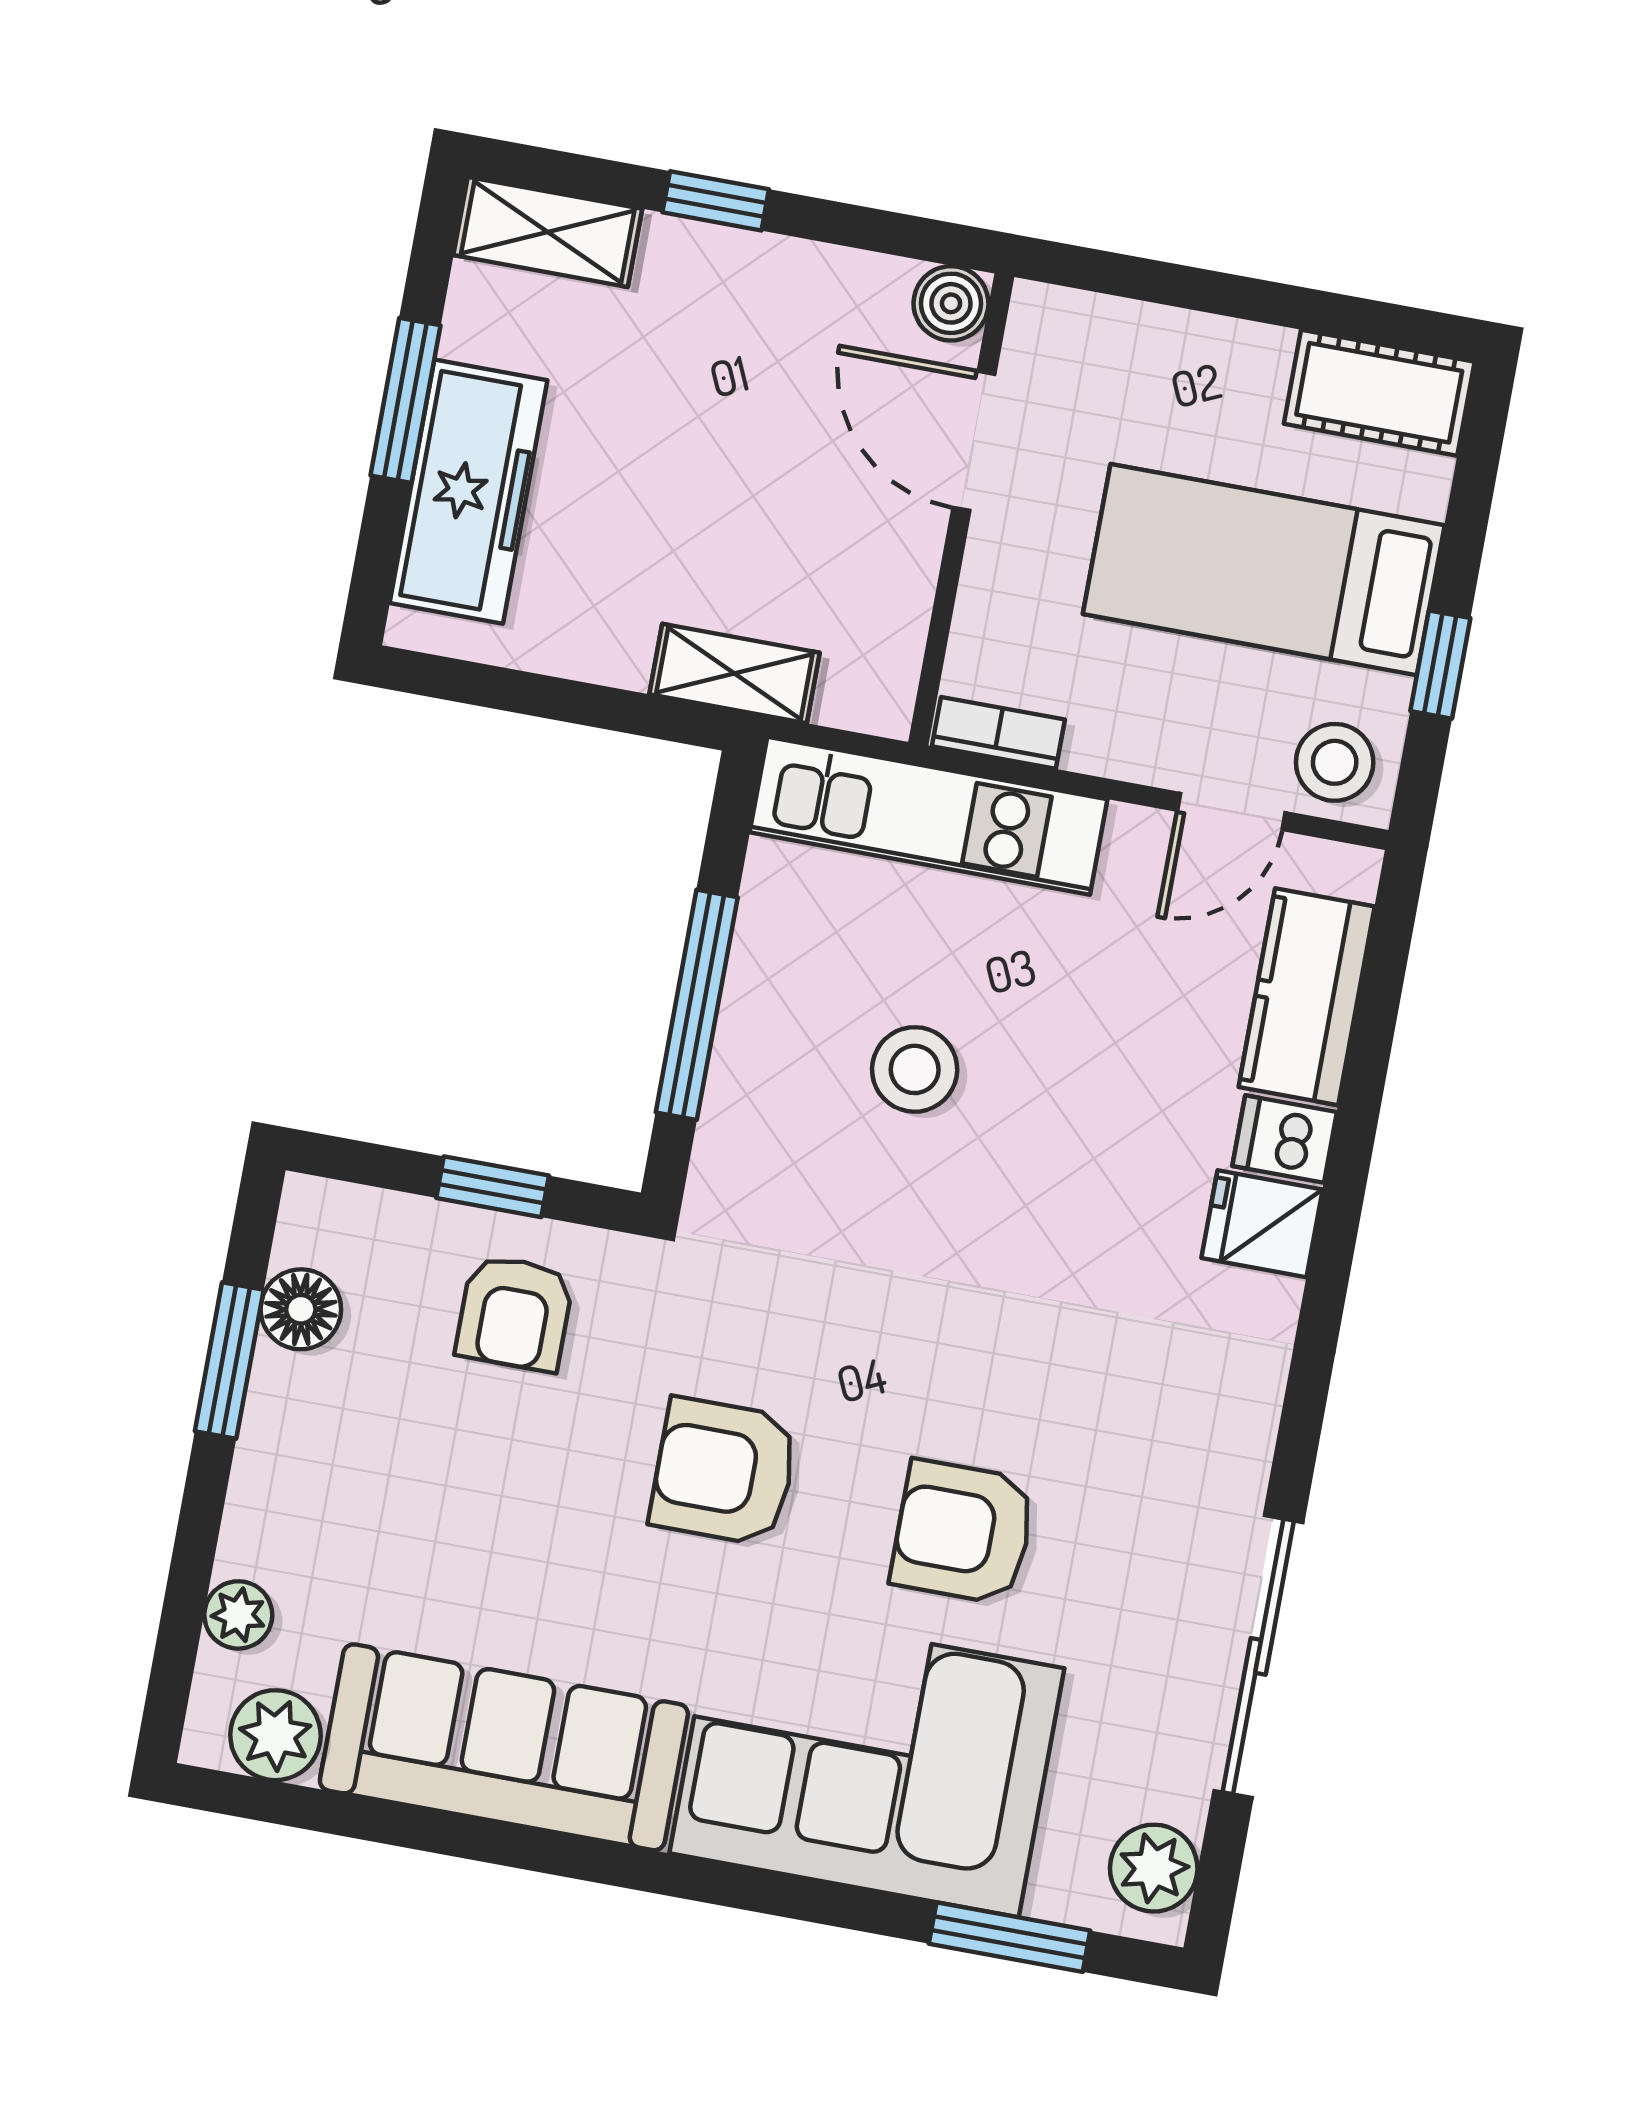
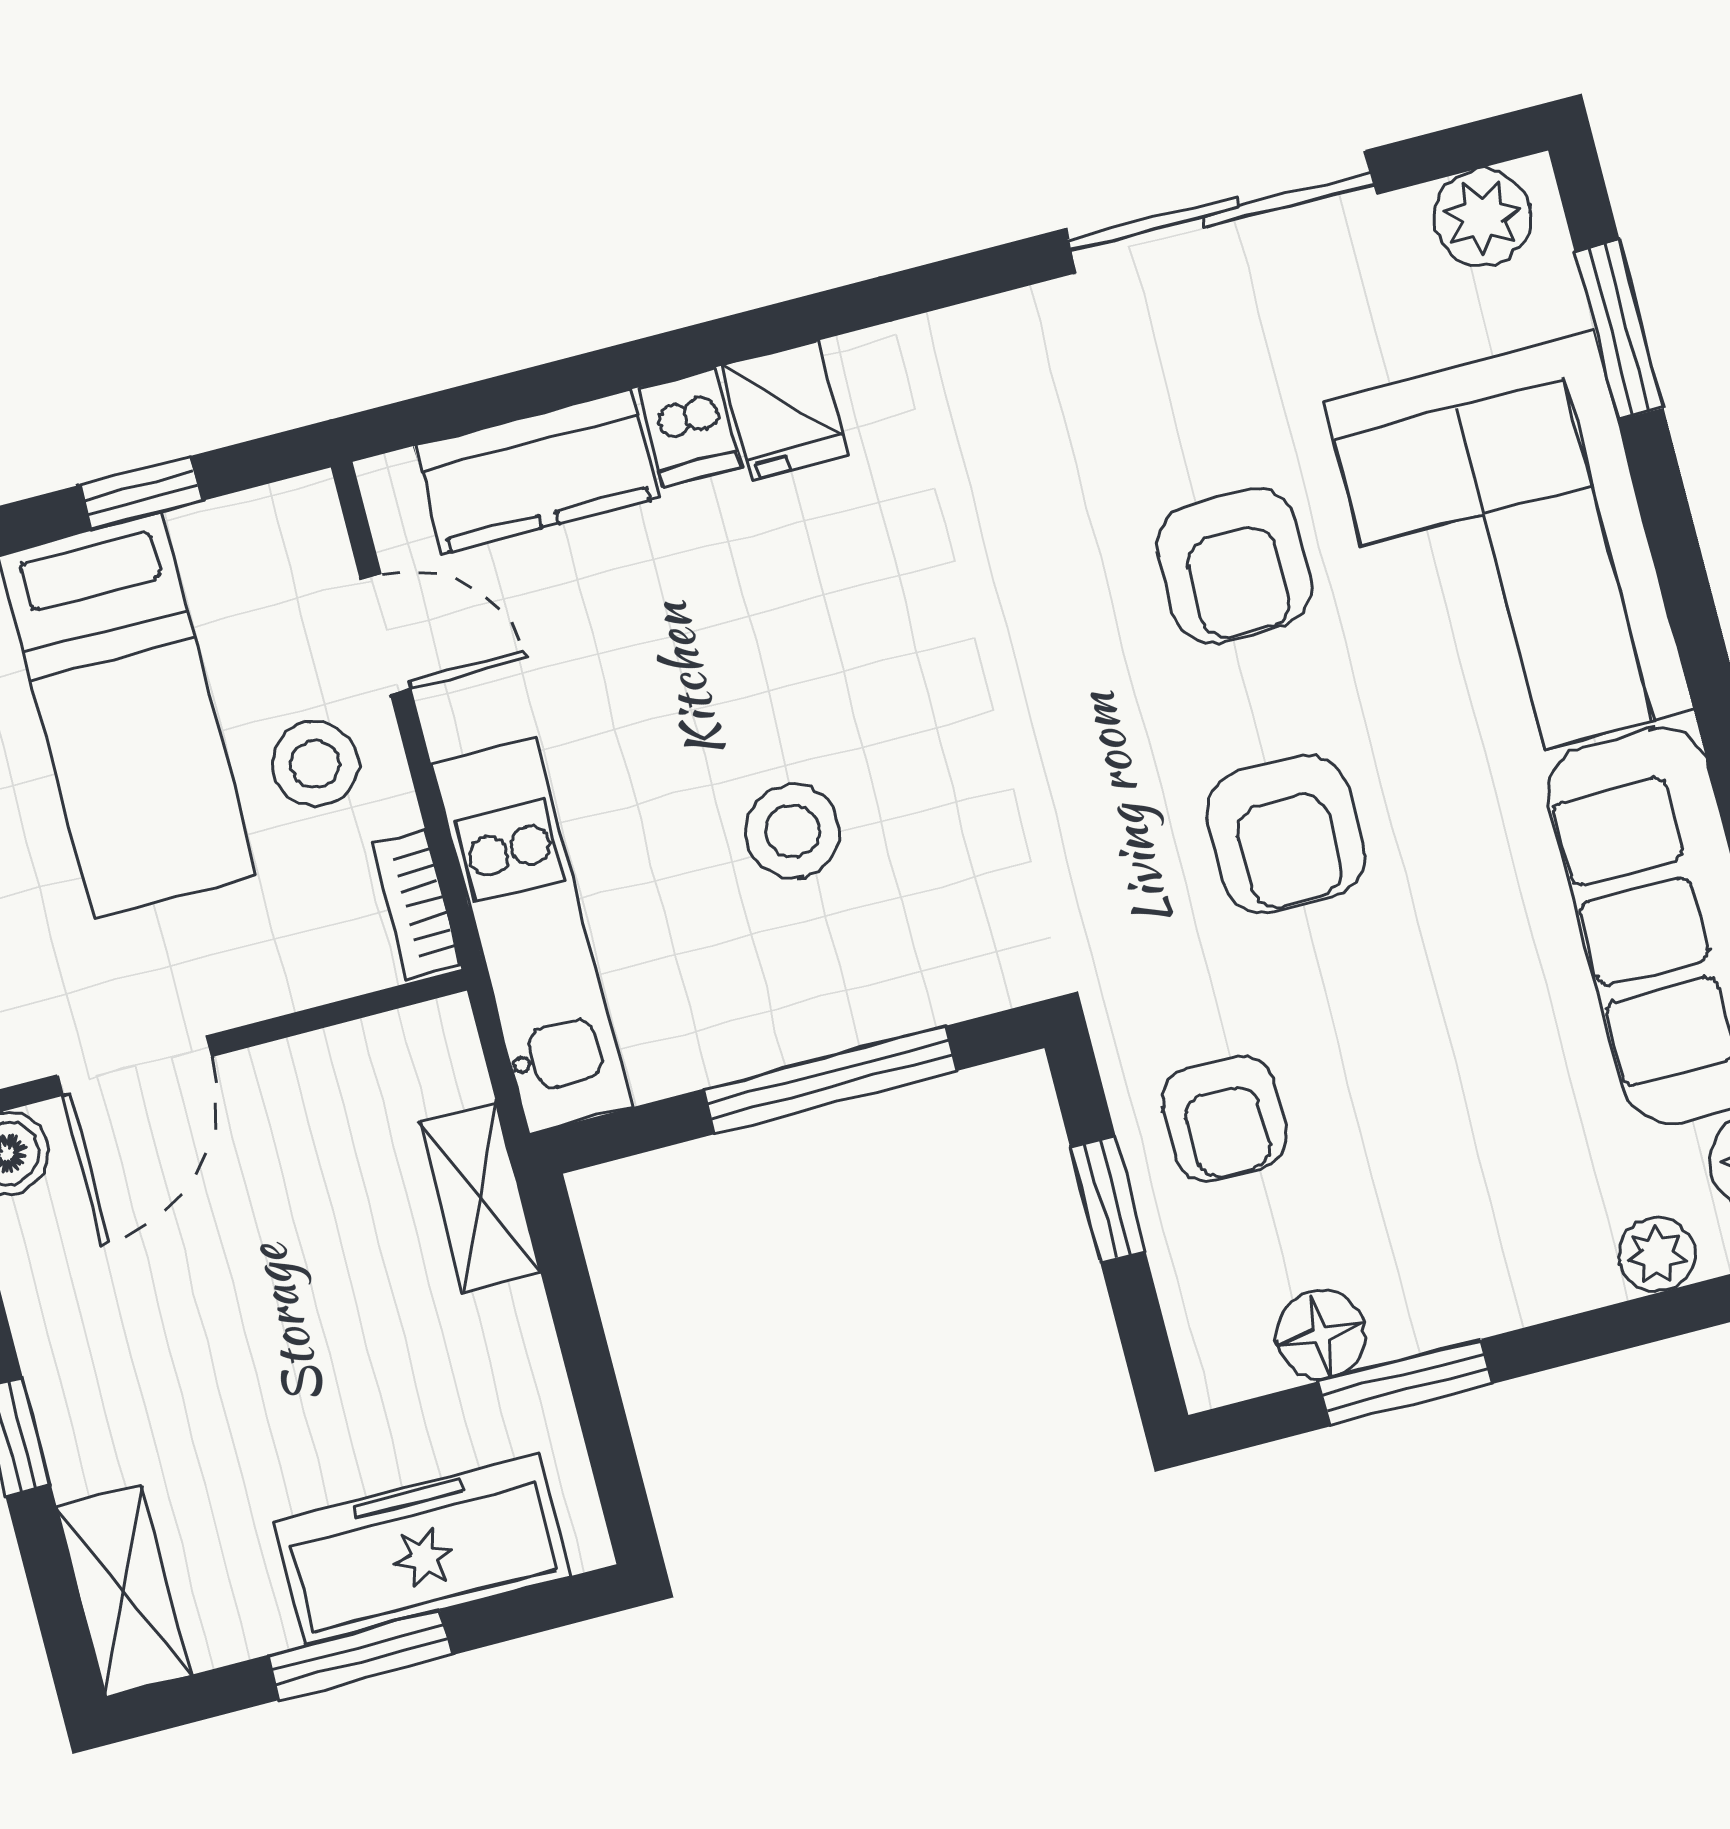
stool: (1335, 762) -> (315, 764), moved
armchair: (515, 1313) -> (1224, 1118), turned 90

